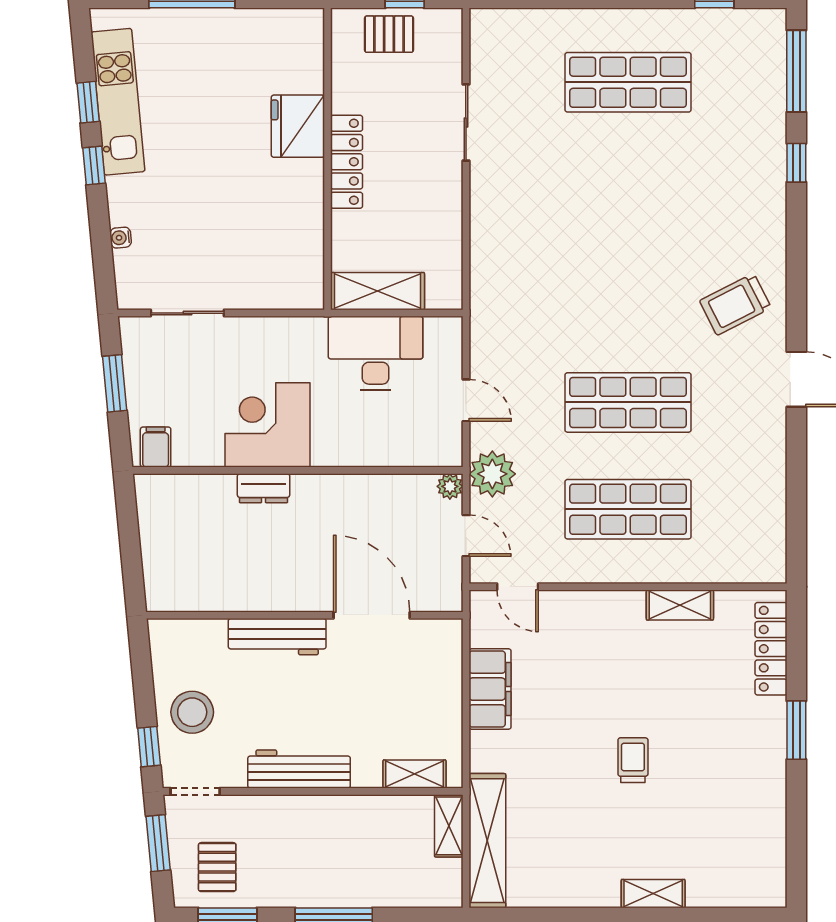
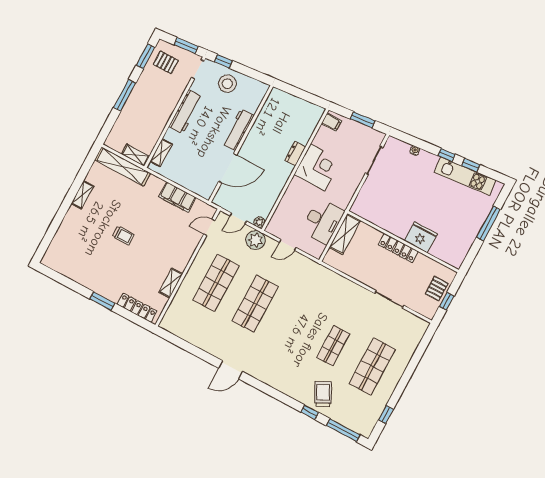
shop shelf: (628, 189) -> (333, 346), added
trolley: (735, 304) -> (323, 394), moved
shelving: (653, 894) -> (82, 195), moved

